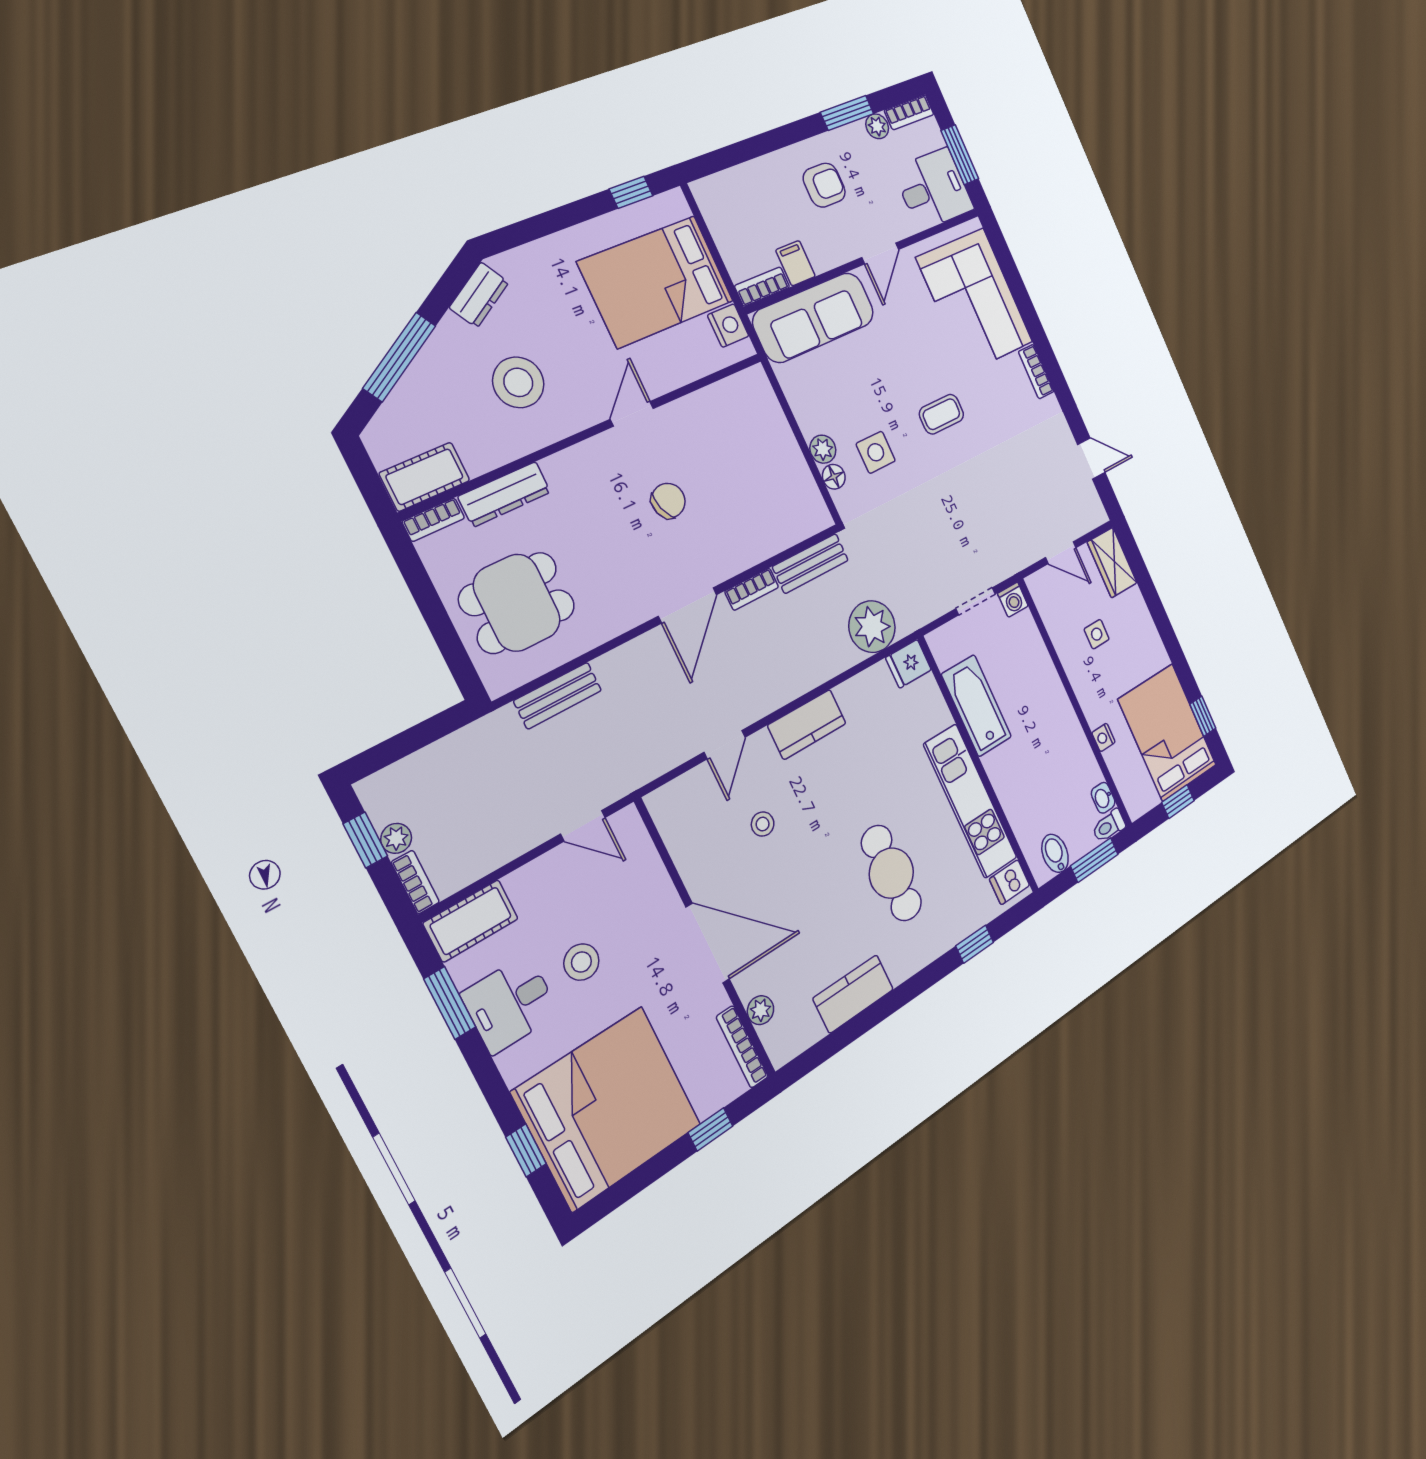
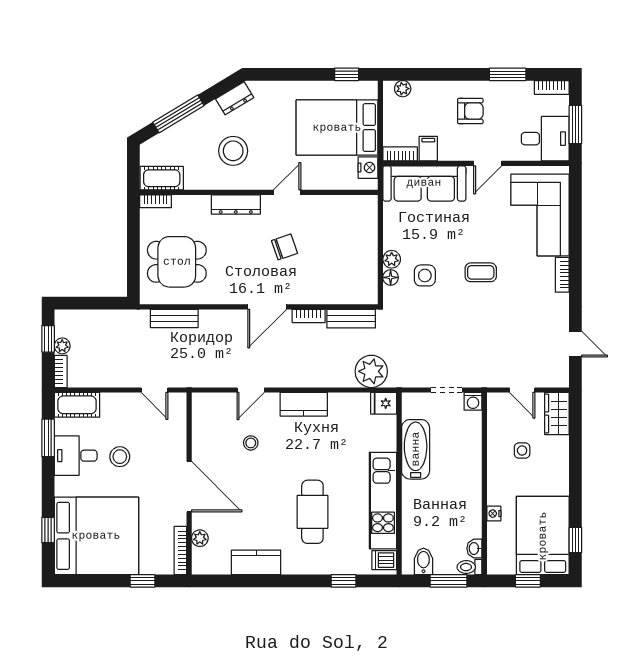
plant: (877, 126) -> (403, 89), moved
dresser: (505, 494) -> (236, 205), moved

